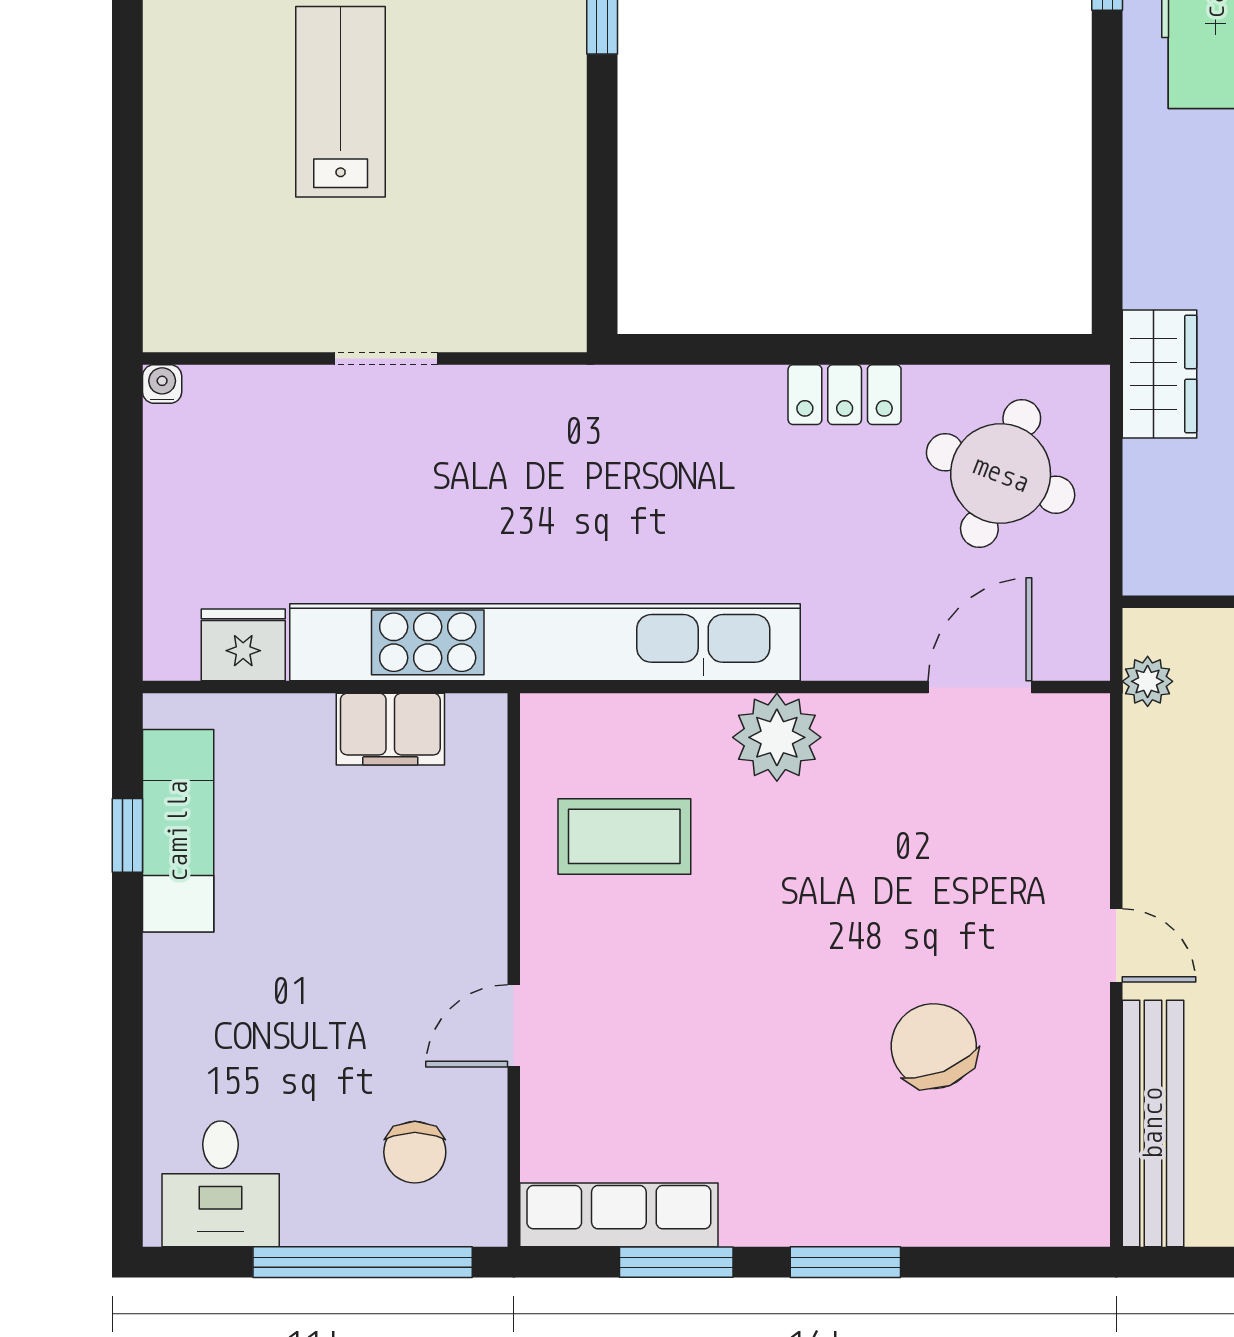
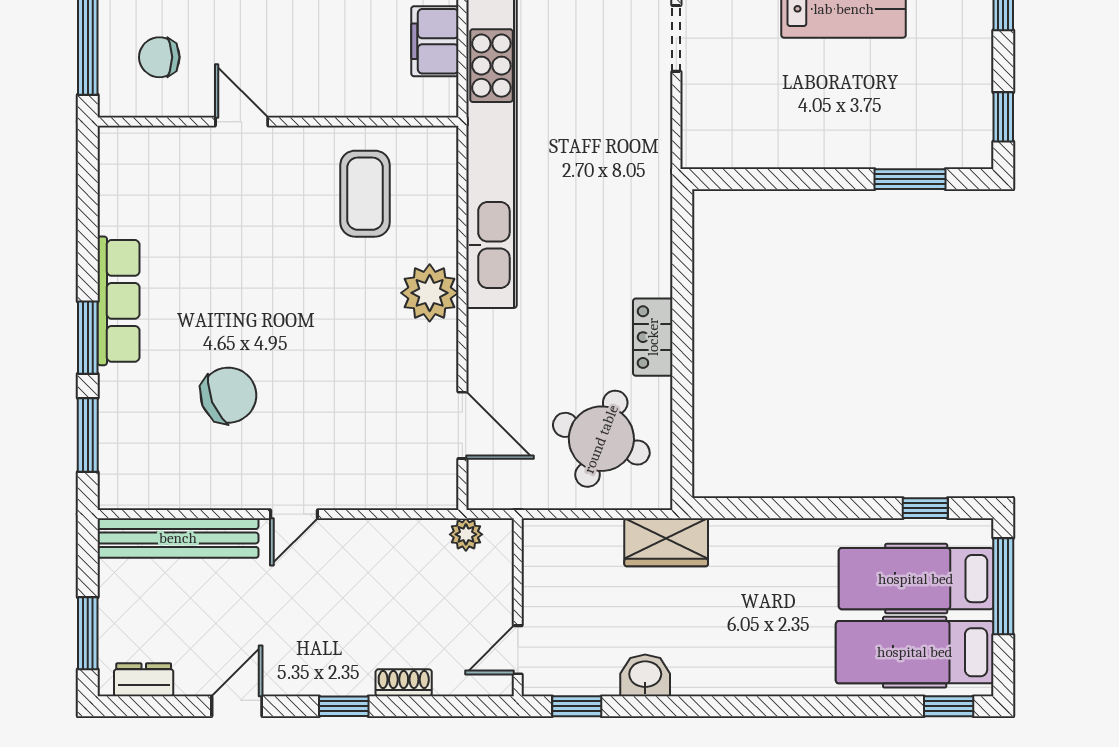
row of seats: (619, 1215) -> (119, 301), moved
window: (676, 1262) -> (88, 435), moved

